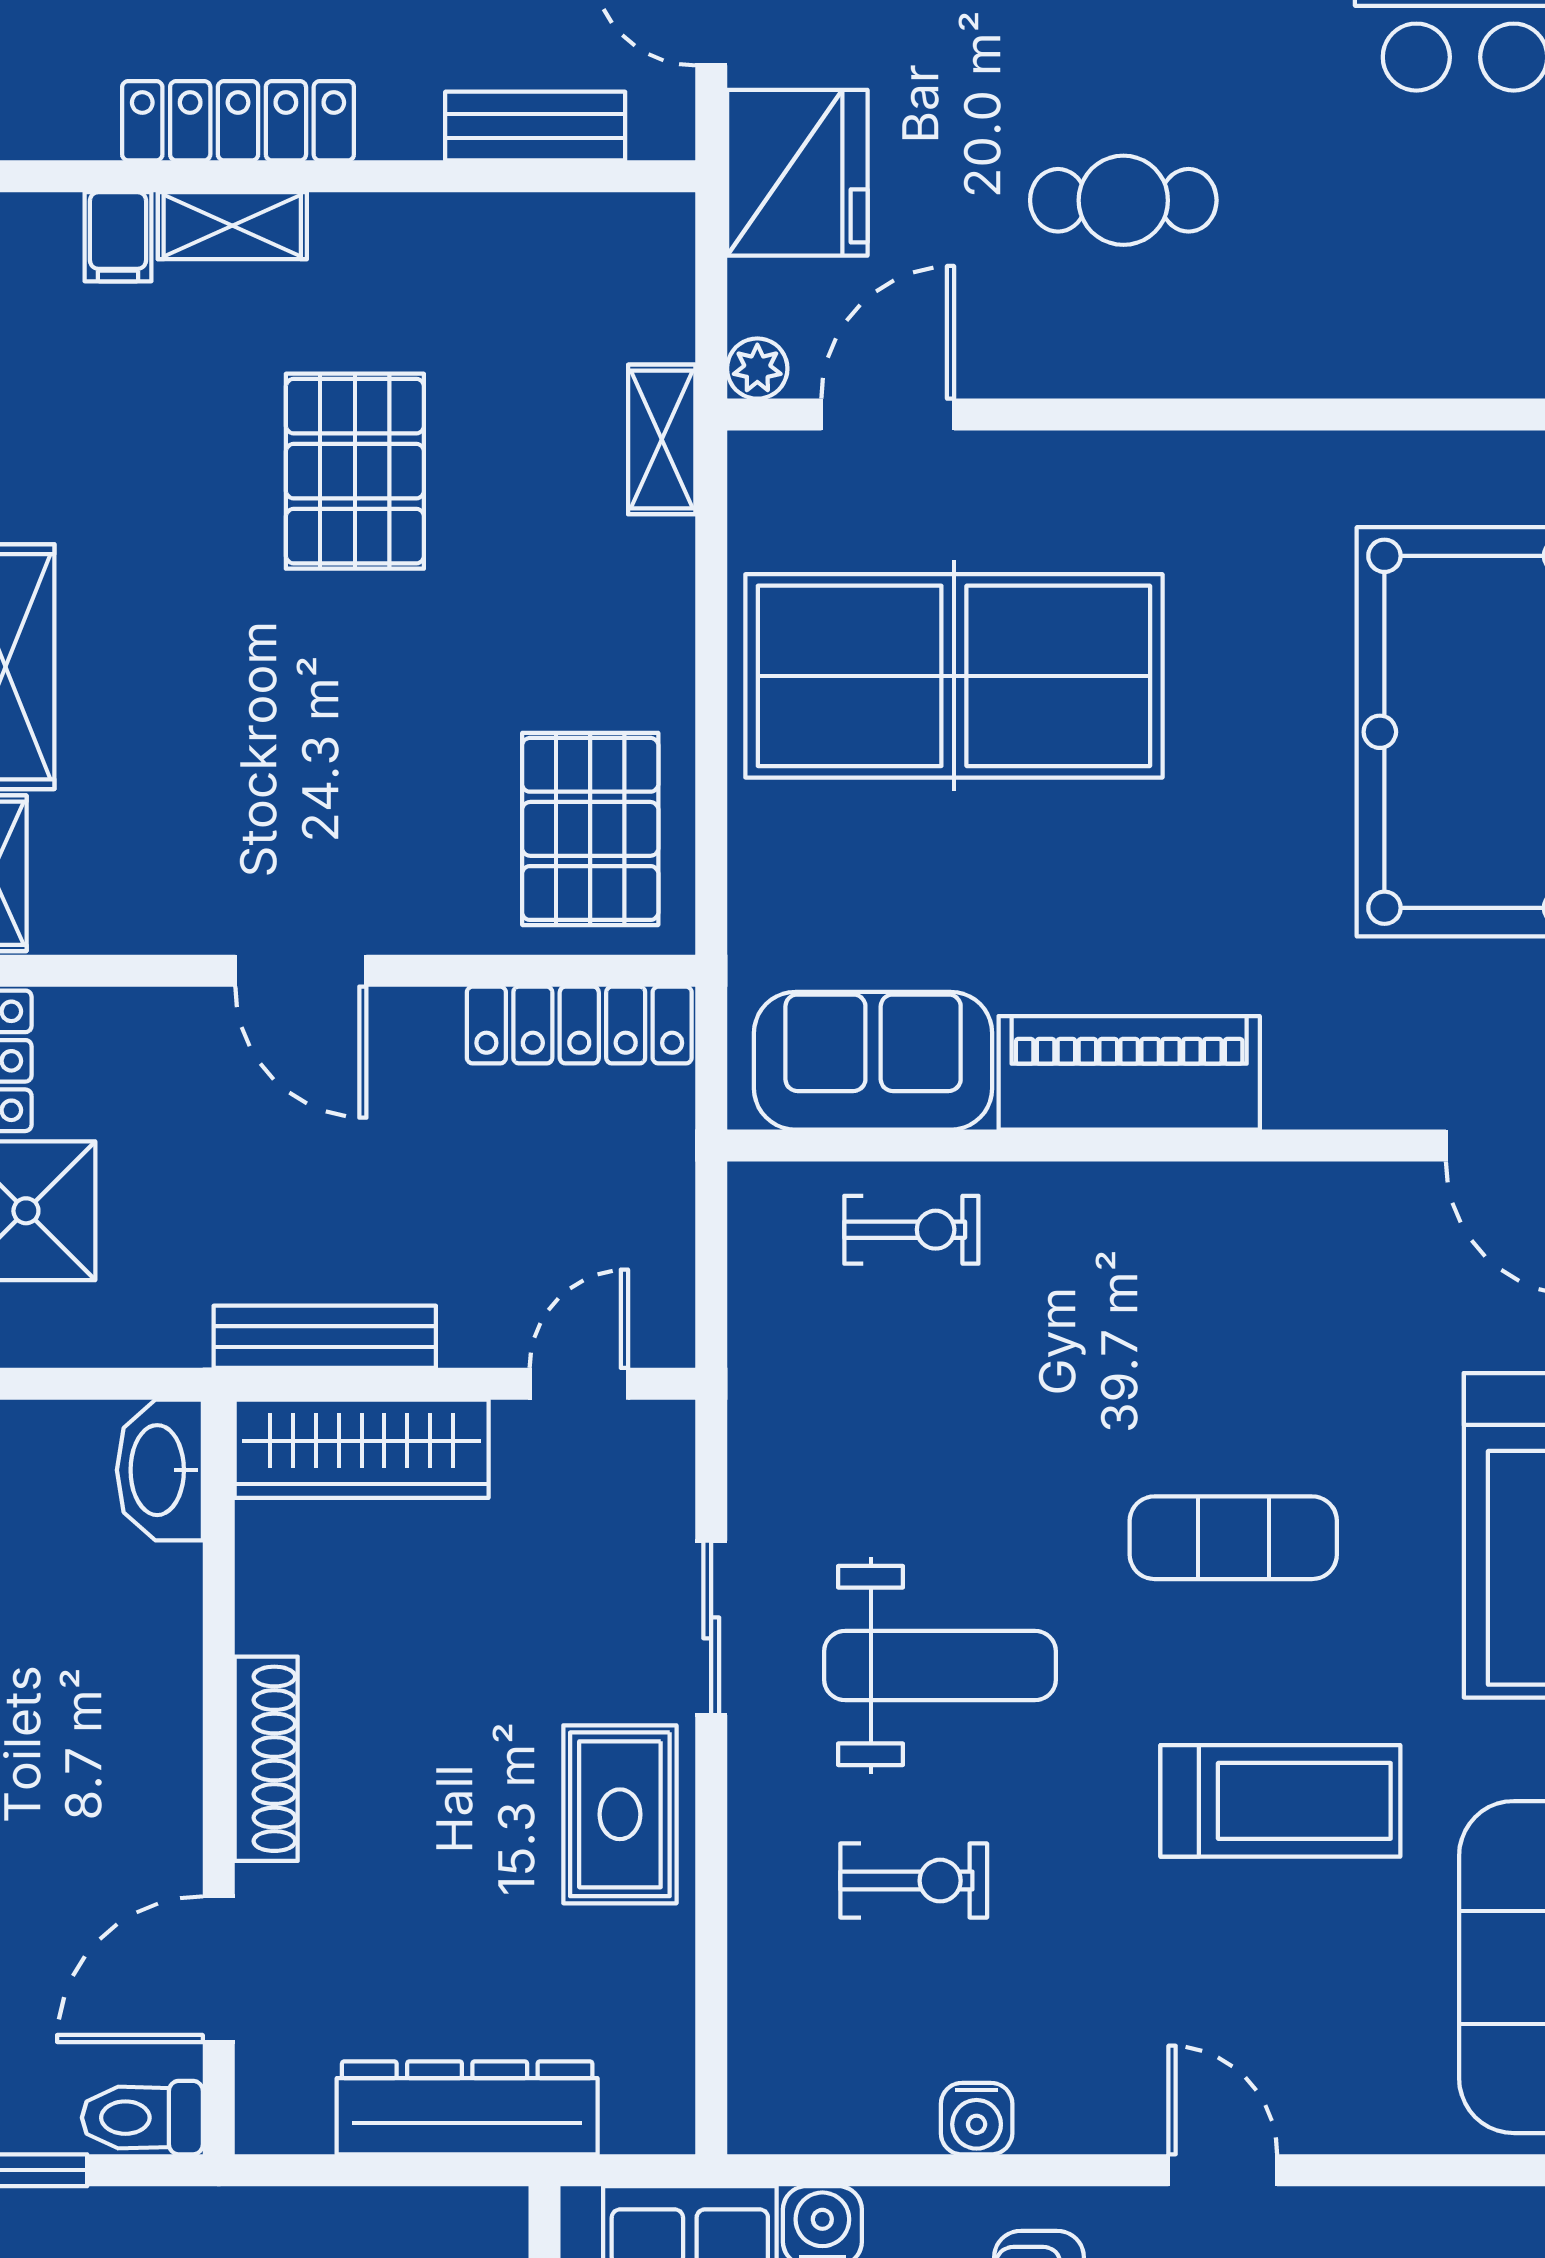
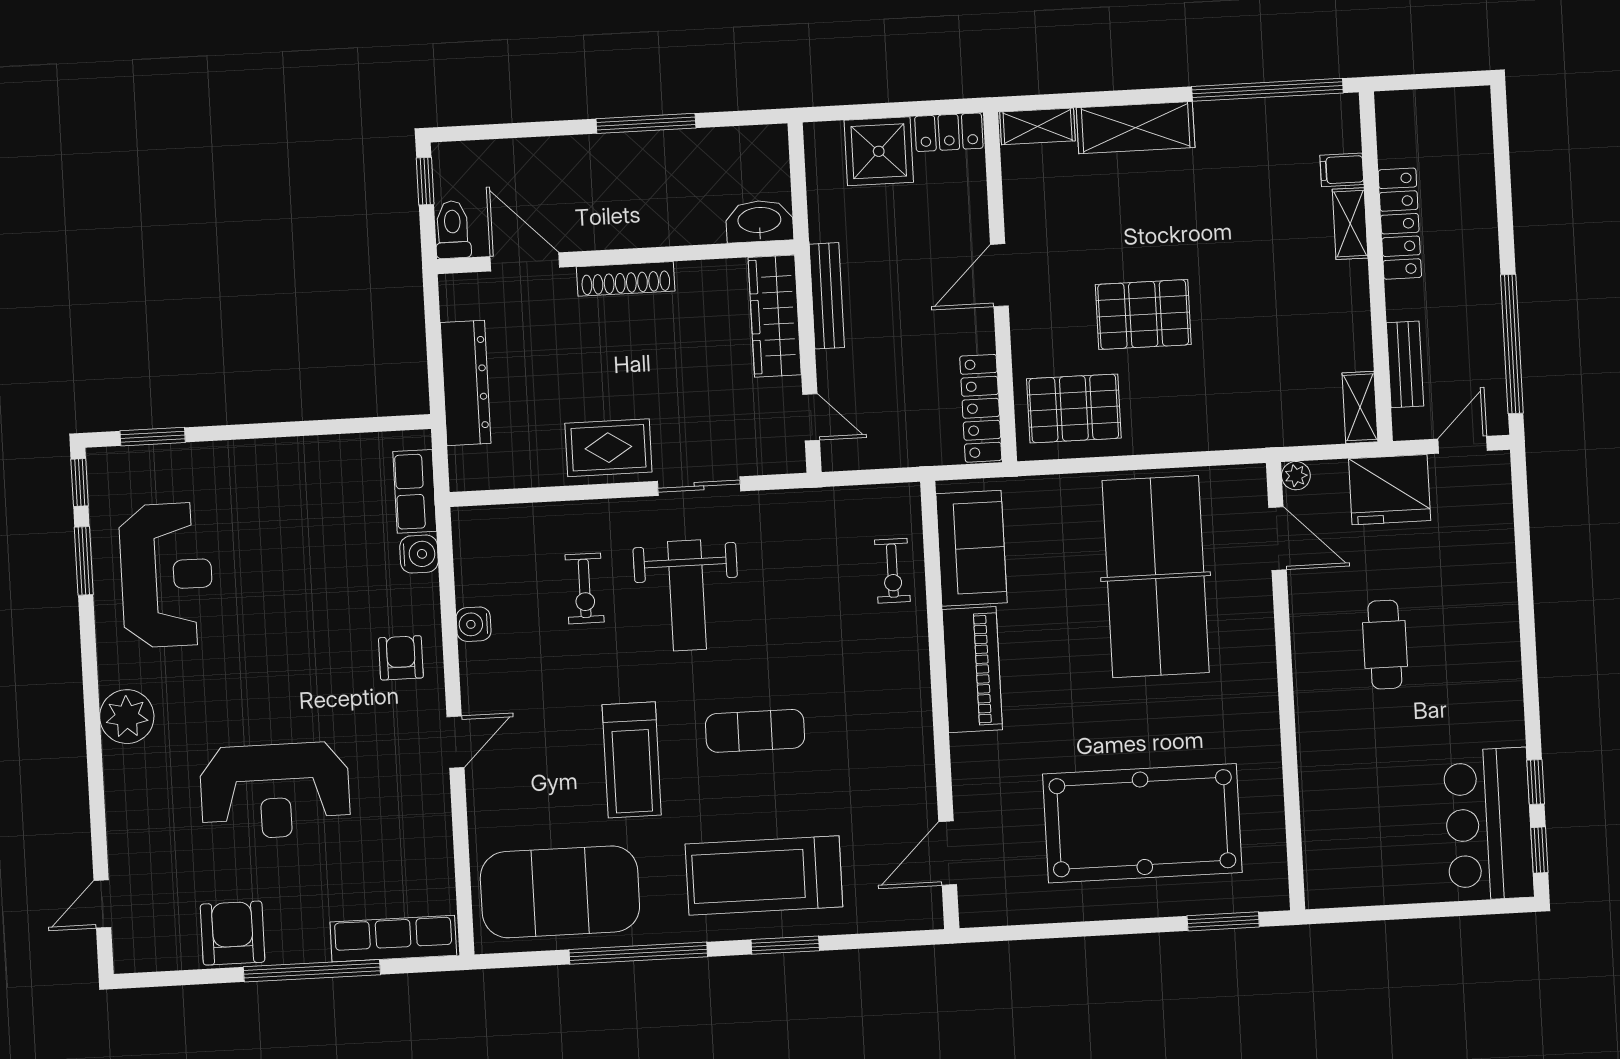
shelving: (662, 439) -> (1360, 407), moved, turned 90
pallet: (355, 471) -> (1143, 315), moved
exercise mat: (1233, 1538) -> (755, 731), turned 90

